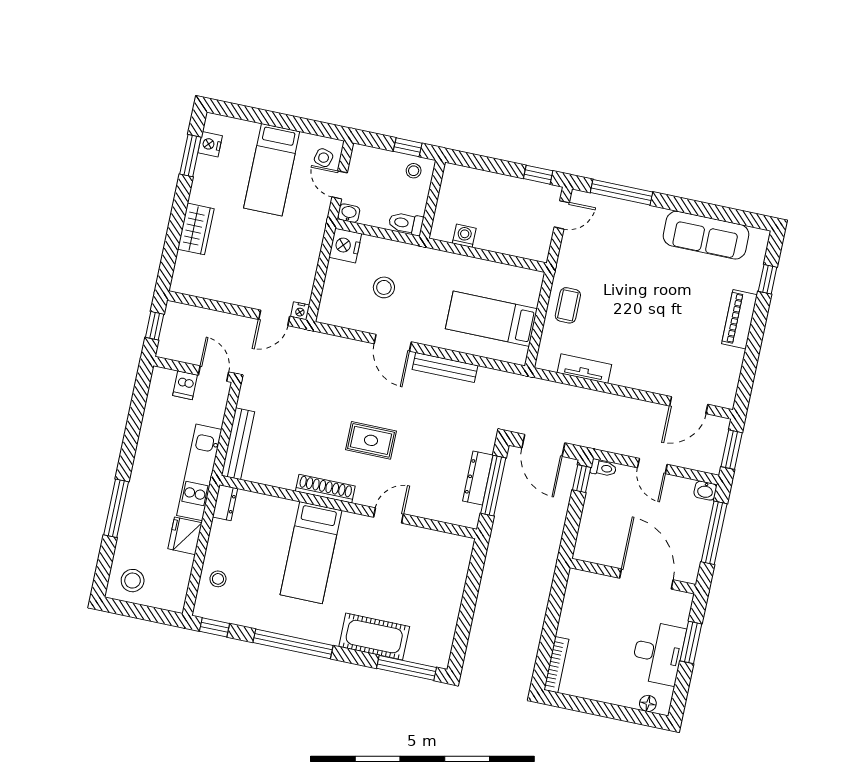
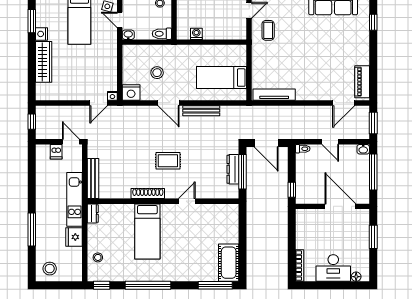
nightstand: (210, 144) -> (42, 34), moved
wardrobe: (196, 229) -> (44, 62), width x1.50
nightstand: (345, 245) -> (131, 92), moved, turned -90
coffee table: (568, 305) -> (268, 30), moved
piano: (739, 319) -> (362, 82), moved
tv unit: (584, 369) -> (274, 95), width x1.41
window: (582, 479) -> (292, 190), moved
cot: (374, 637) -> (229, 263), moved, turned 90
desk: (658, 653) -> (333, 268), moved, turned 90

